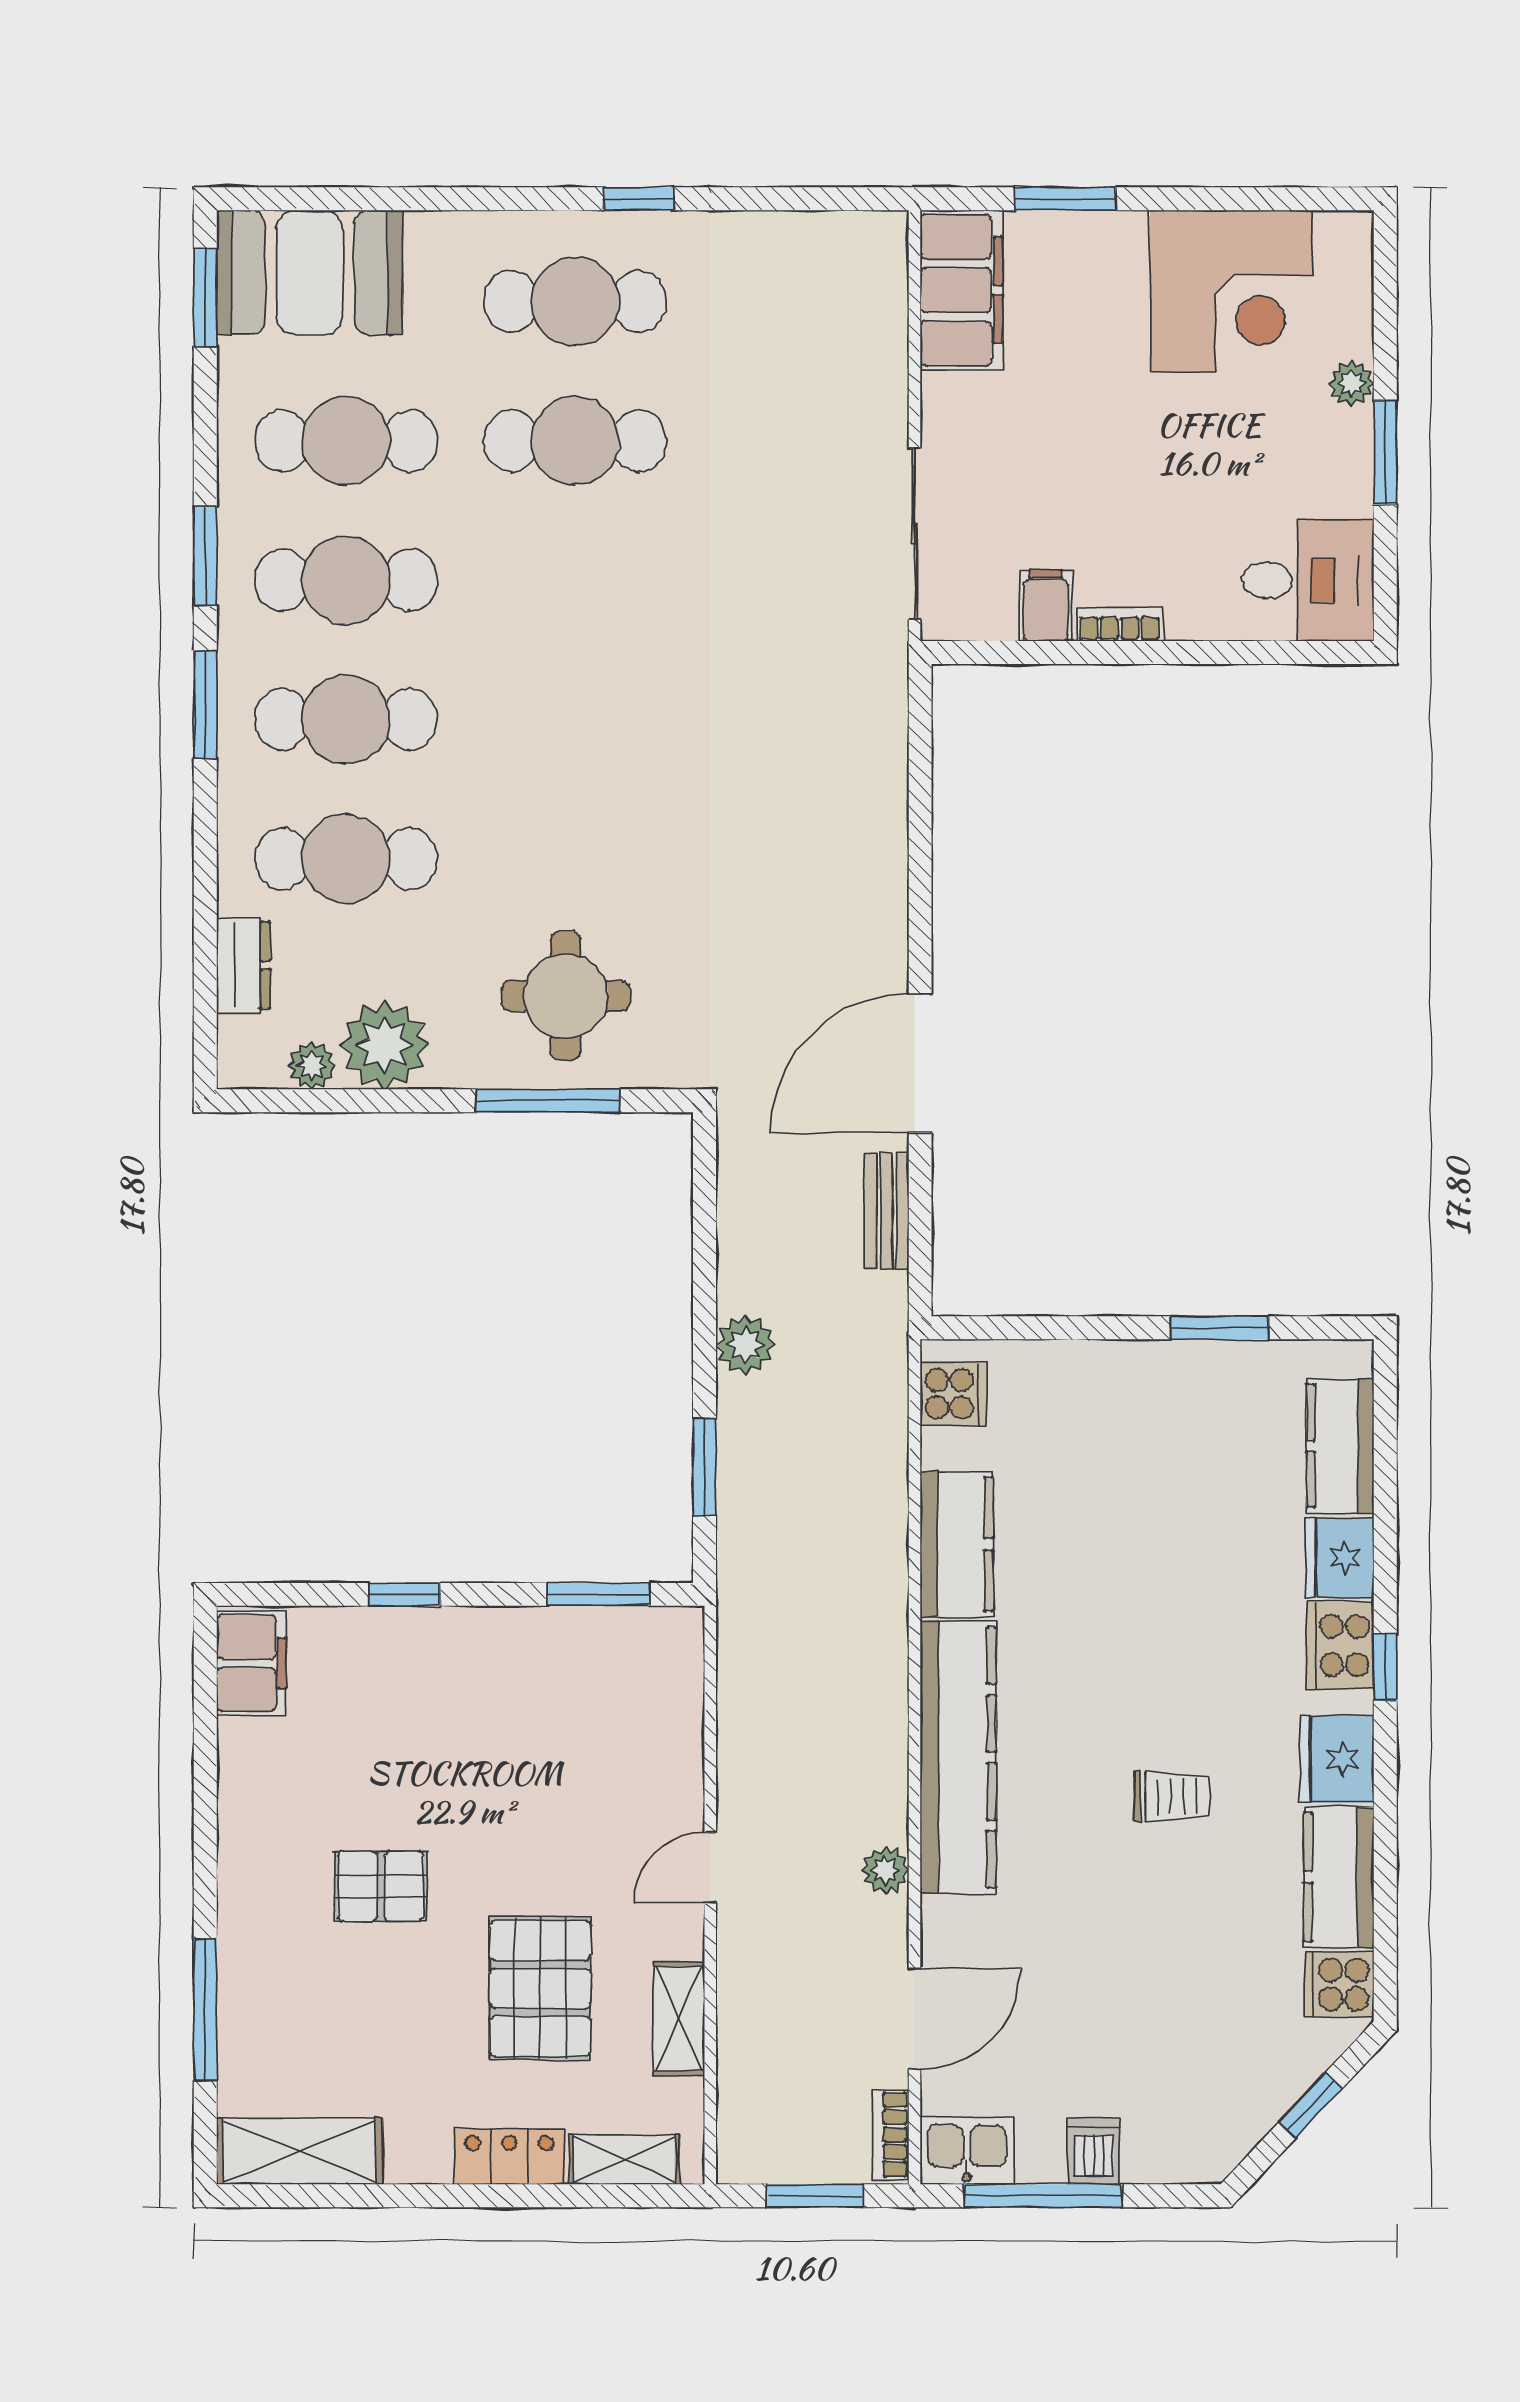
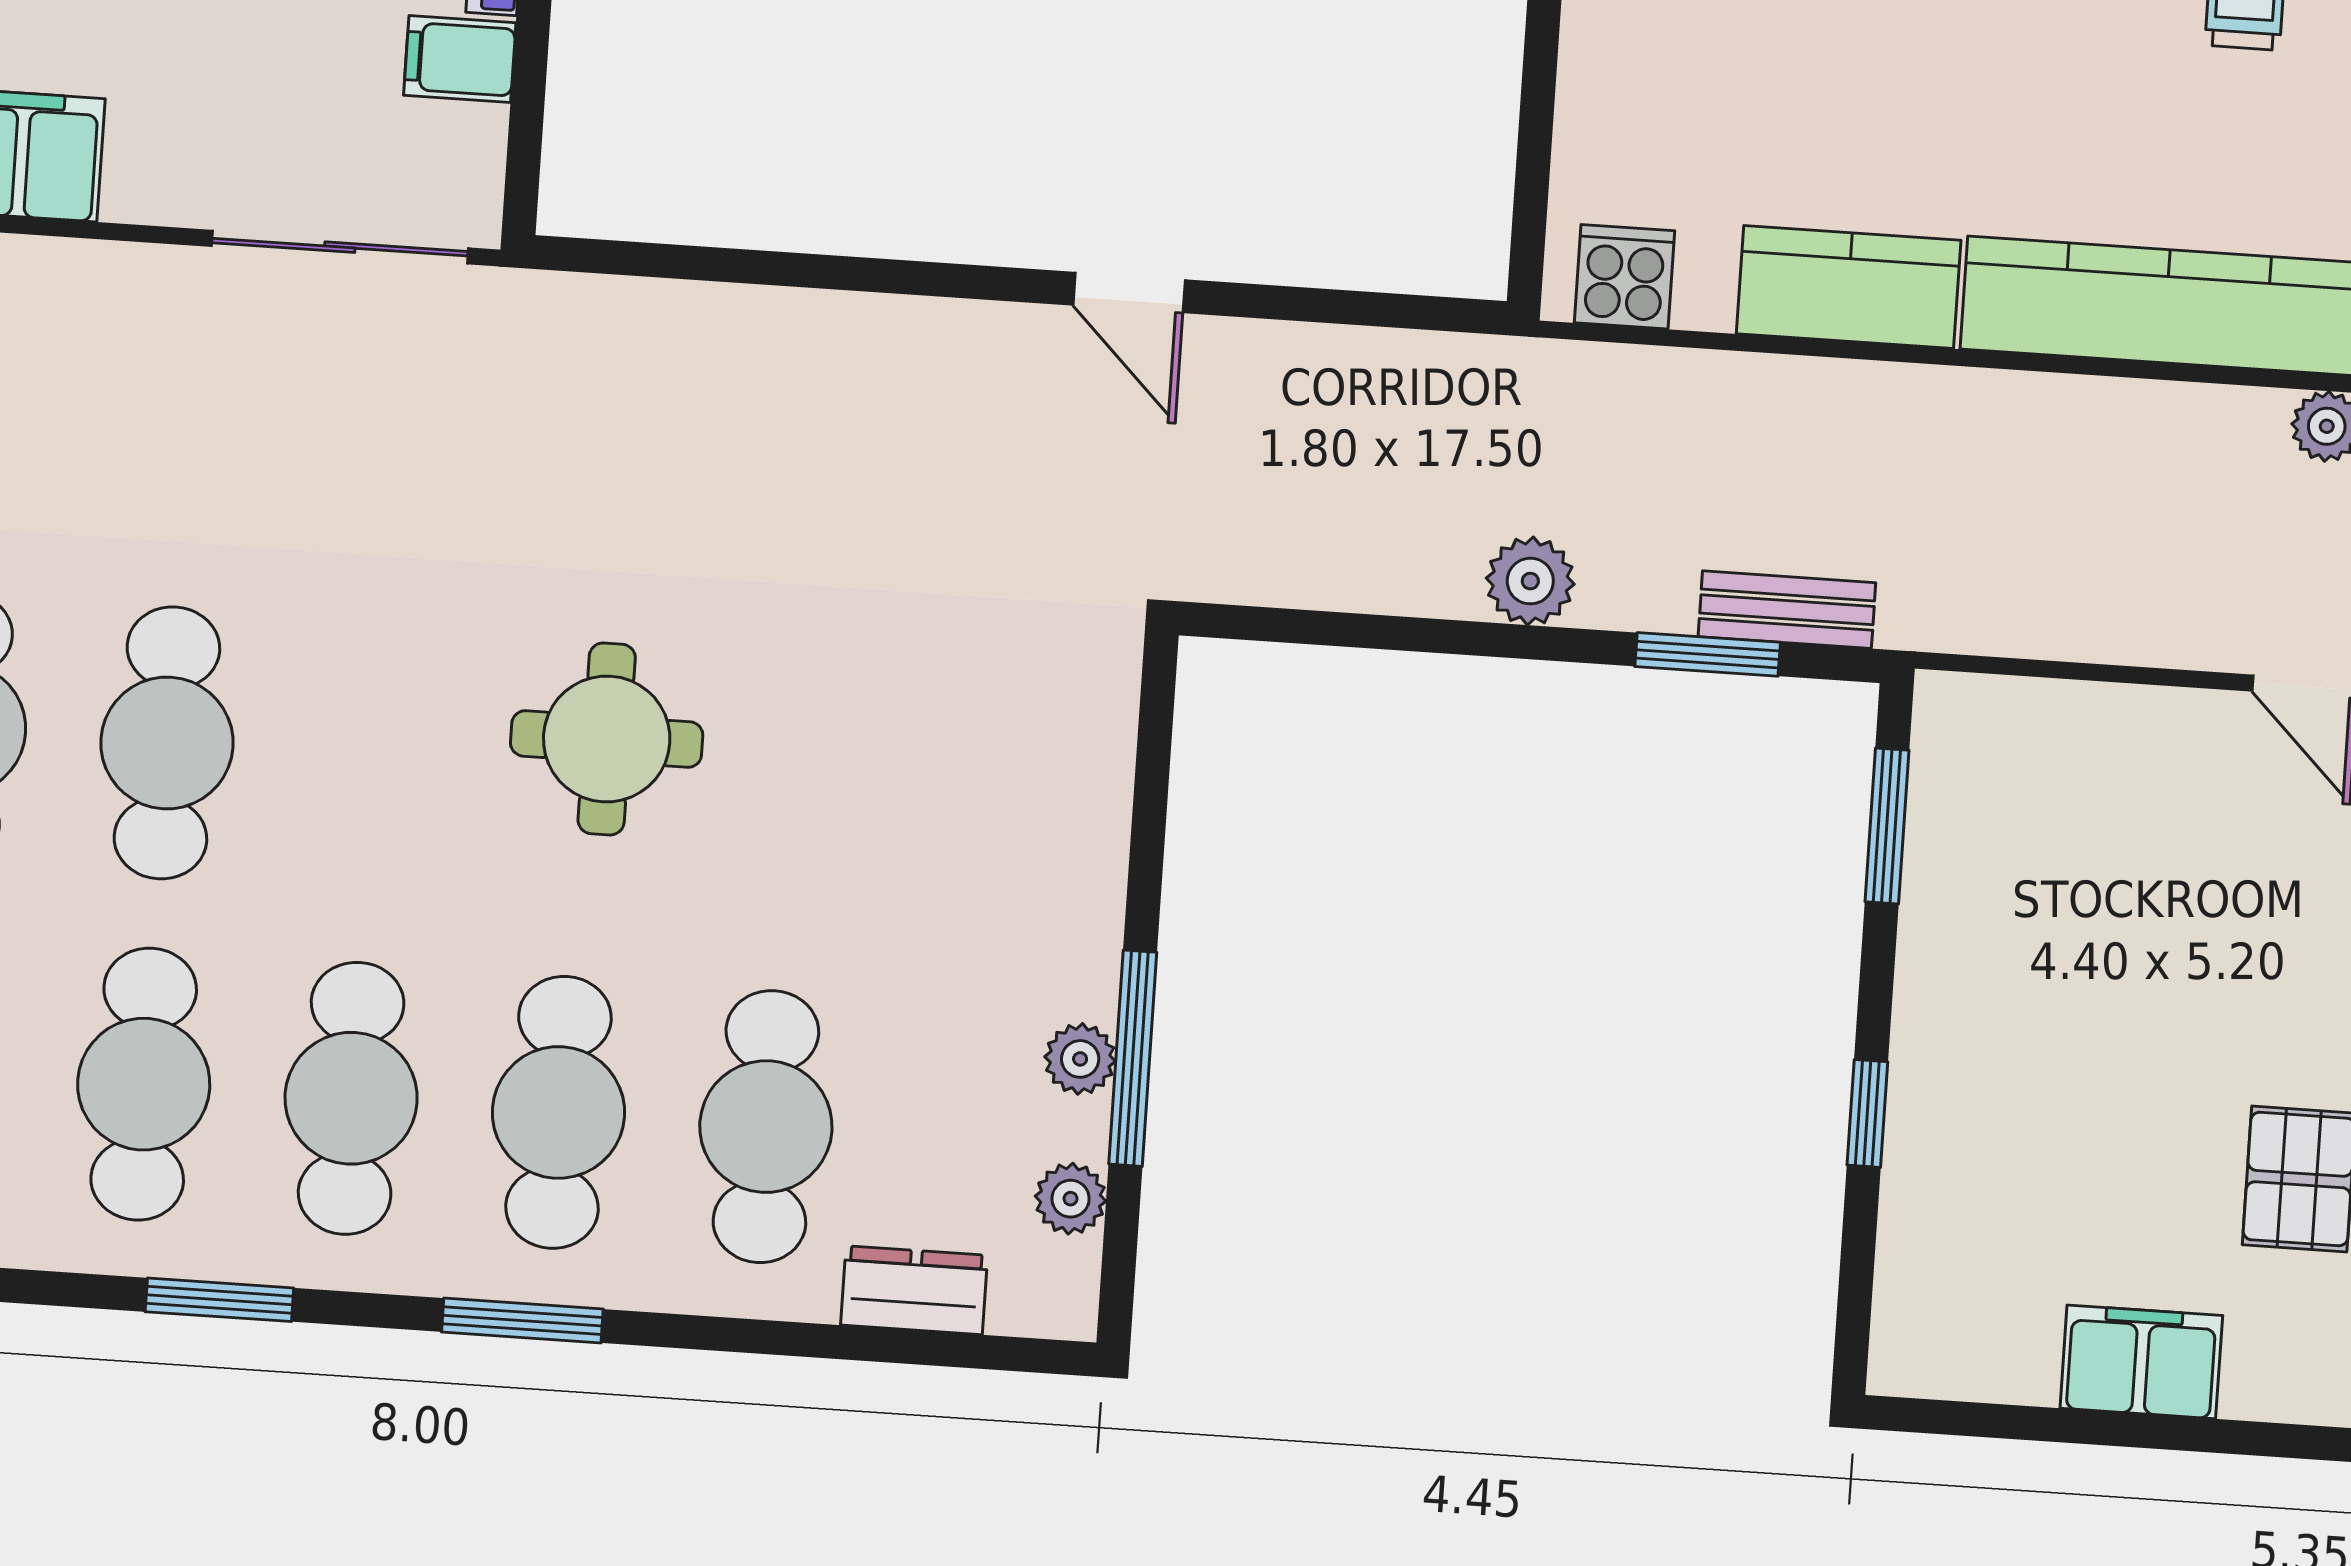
window: (205, 556) -> (219, 1300), moved
round table: (566, 996) -> (607, 739), moved
plant: (385, 1045) -> (1080, 1059), width x0.53, depth x0.53
door: (920, 1063) -> (1129, 292), width x0.53
window: (548, 1101) -> (1133, 1058), moved
bench: (887, 1211) -> (1787, 610), moved
filing cabinet: (251, 1663) -> (2141, 1362), moved

